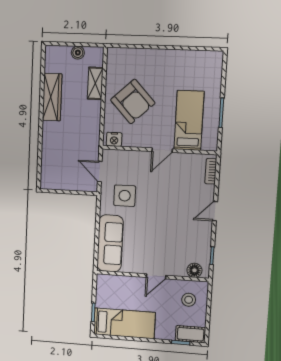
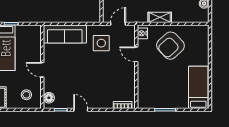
shelving: (95, 83) -> (160, 17), moved
bed: (189, 120) -> (198, 87), moved, turned -90
door: (162, 150) -> (136, 54), moved
door: (215, 211) -> (81, 110), moved

